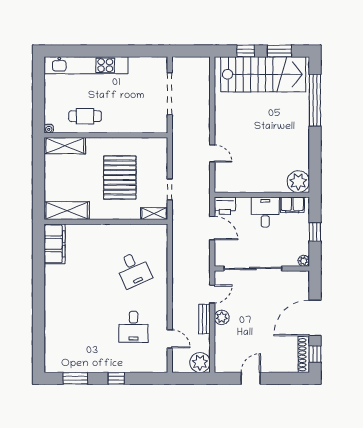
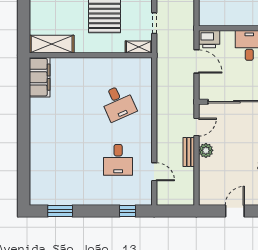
plant: (200, 363) -> (184, 195), removed
window: (116, 378) -> (127, 211), moved

